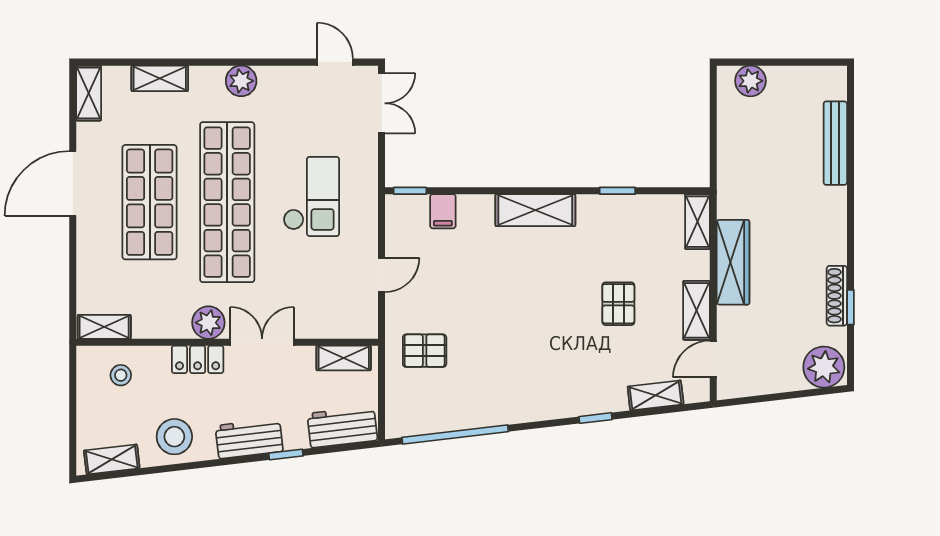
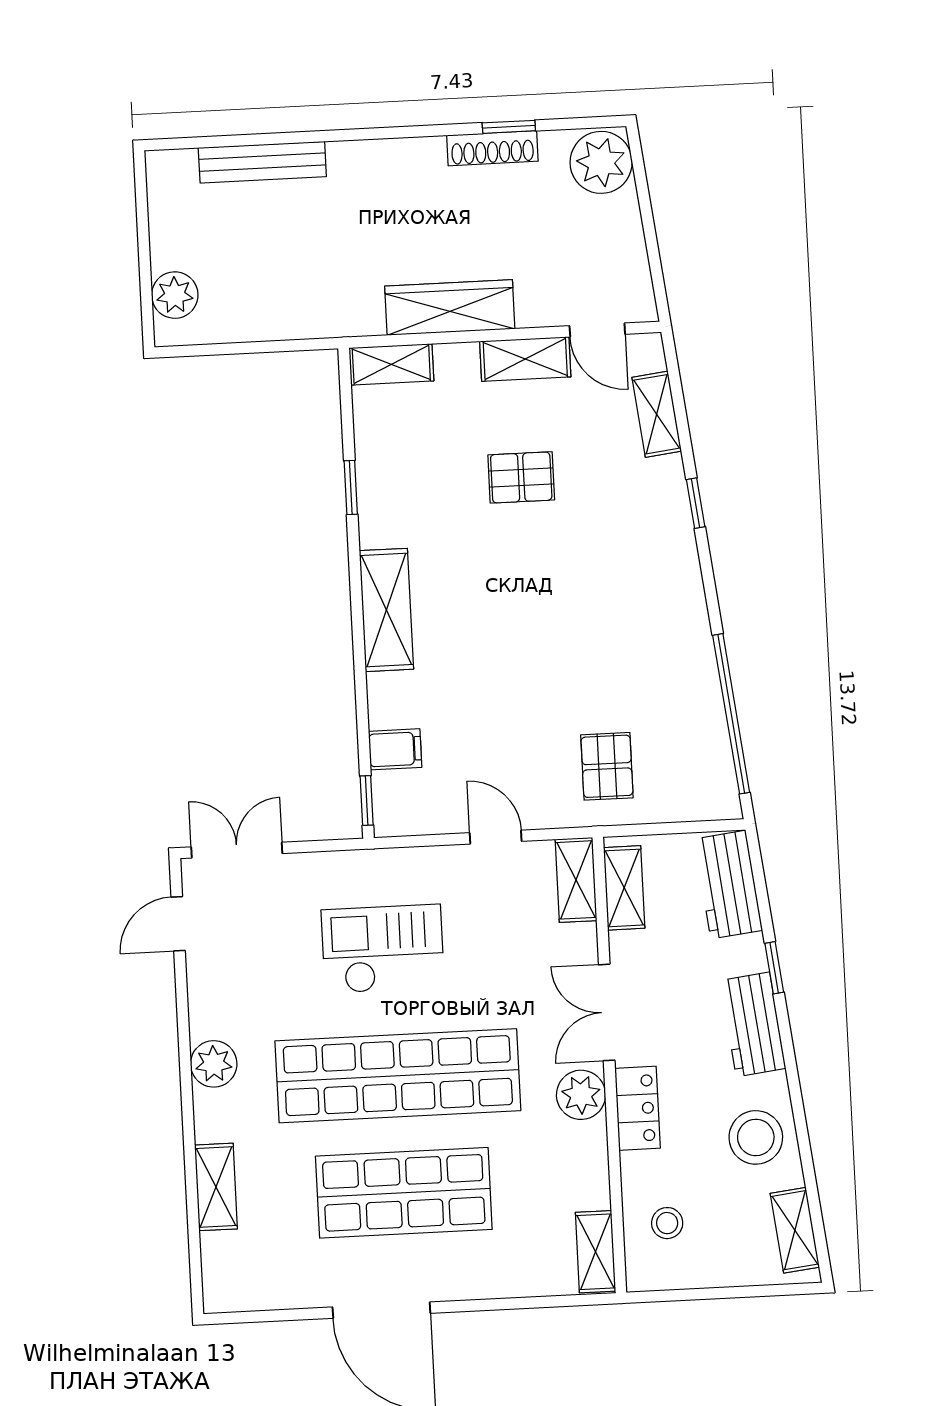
shelving: (89, 93) -> (576, 880), moved, turned 90

